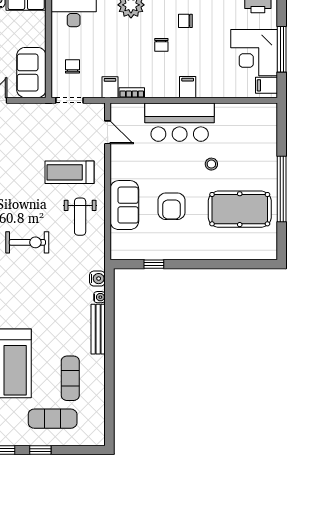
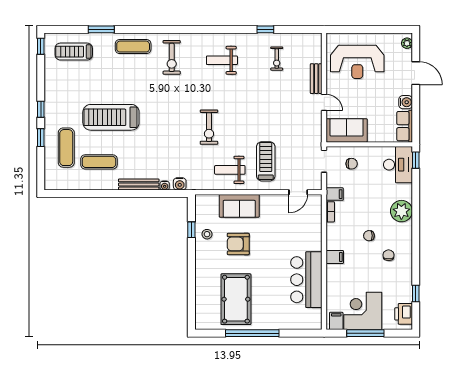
bar counter: (180, 122) -> (306, 280), moved
stool: (211, 164) -> (207, 234), moved

